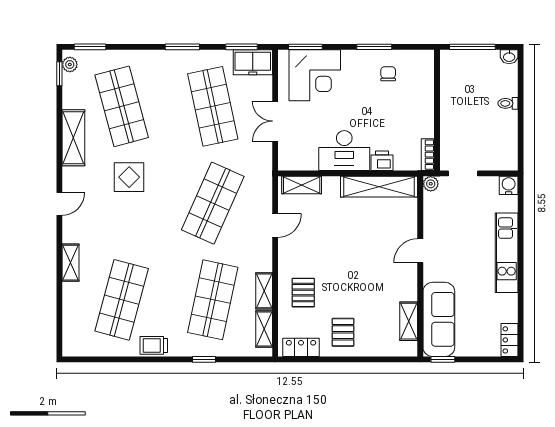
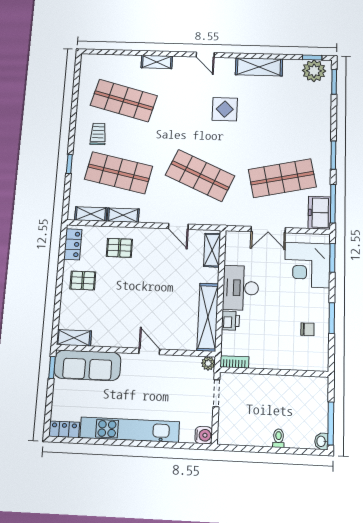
window: (241, 47) -> (333, 204), width x1.44
window: (472, 47) -> (331, 423), moved
plant: (70, 64) -> (314, 71), width x1.87, depth x1.87
shop shelf: (122, 106) -> (284, 105), removed
double door: (275, 121) -> (268, 230), swing flipped
kitchen unit: (507, 253) -> (130, 430), width x1.36
shelving: (409, 321) -> (74, 338), moved
trolley: (154, 345) -> (98, 134), moved

